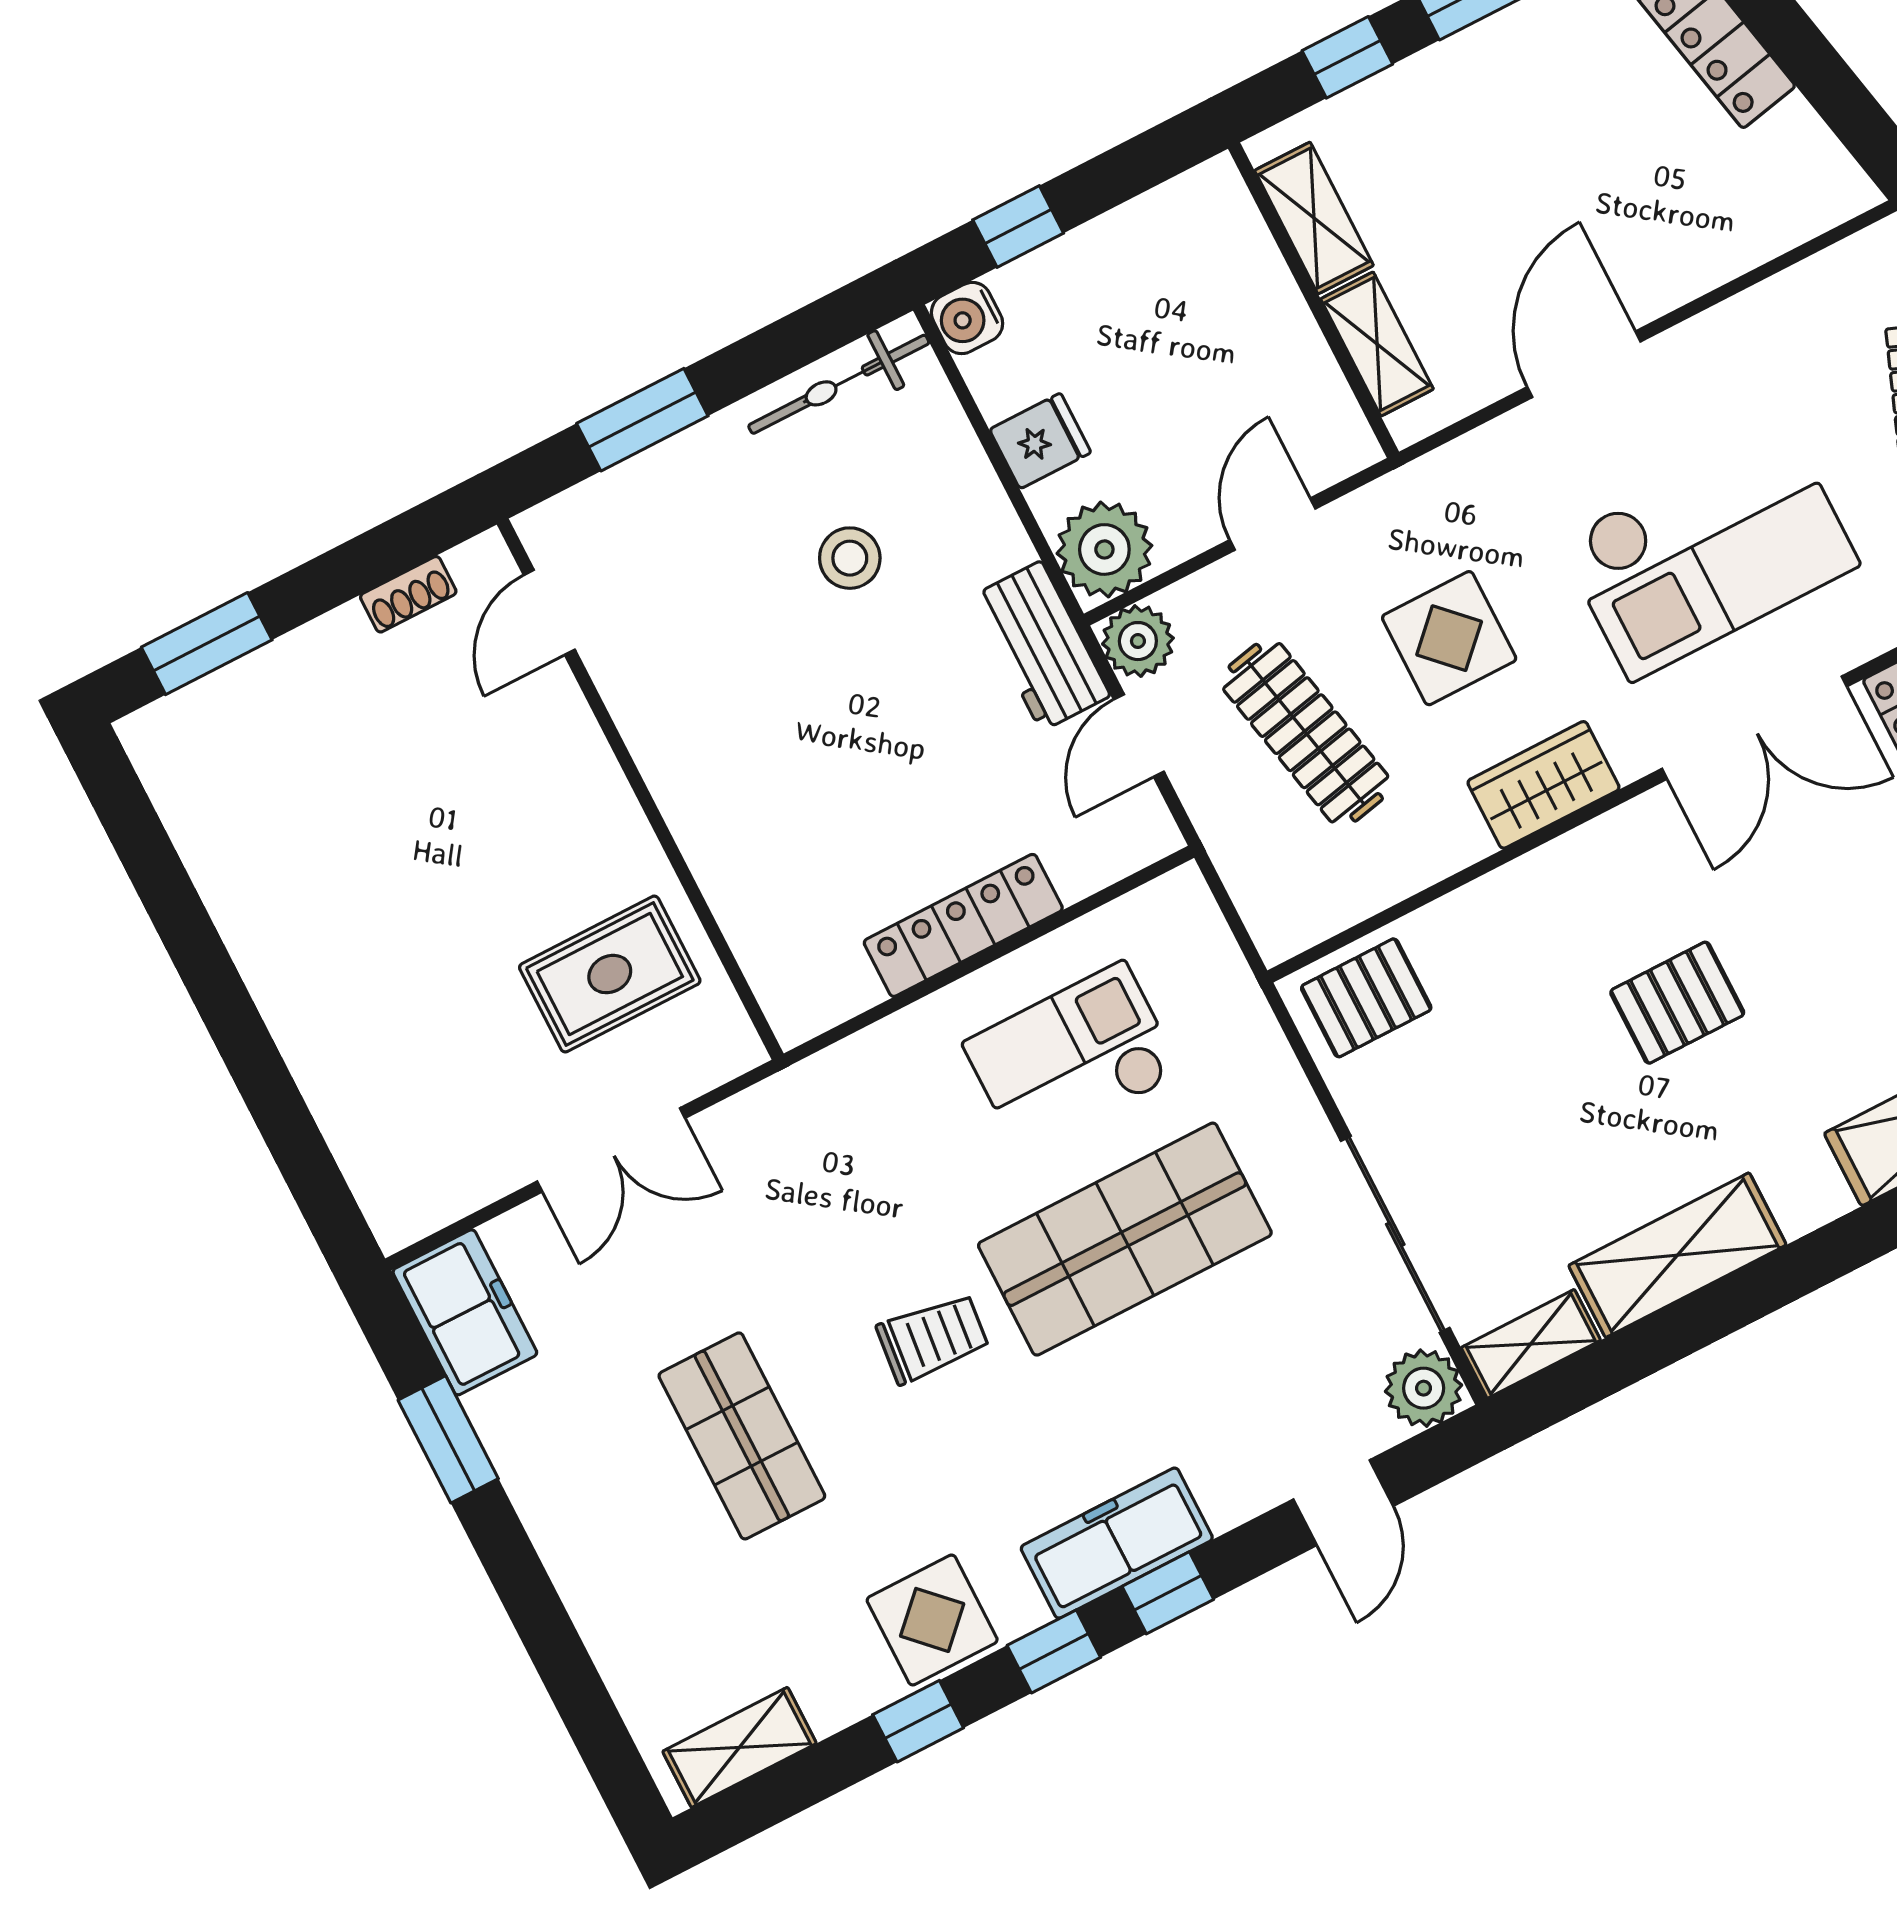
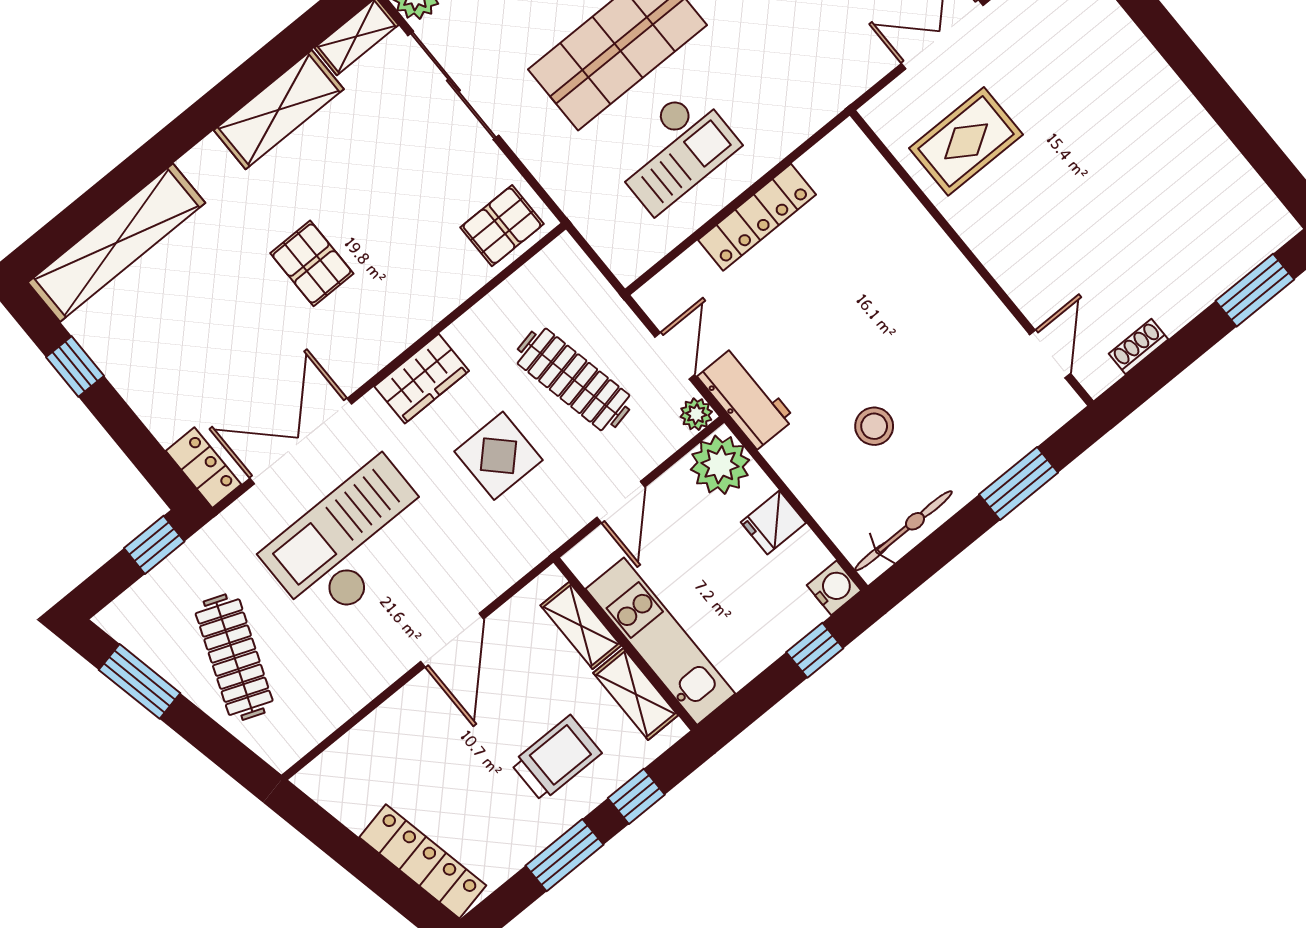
trolley: (1460, 144) -> (556, 758), added
kitchen unit: (1257, 293) -> (660, 641), added
plant: (1138, 641) -> (696, 414), width x0.73, depth x0.73
pallet: (1677, 1003) -> (312, 263), turned 90

